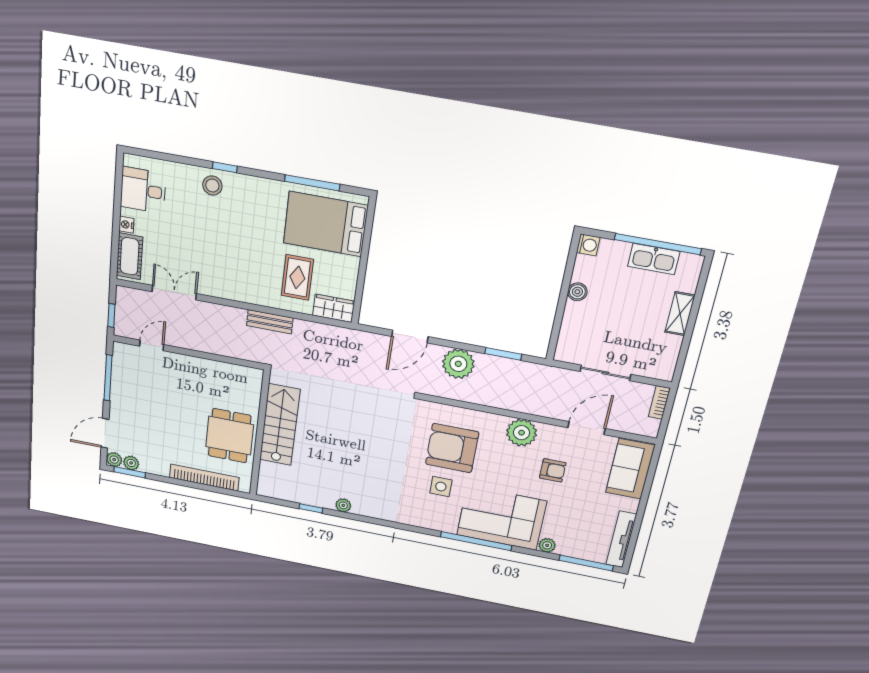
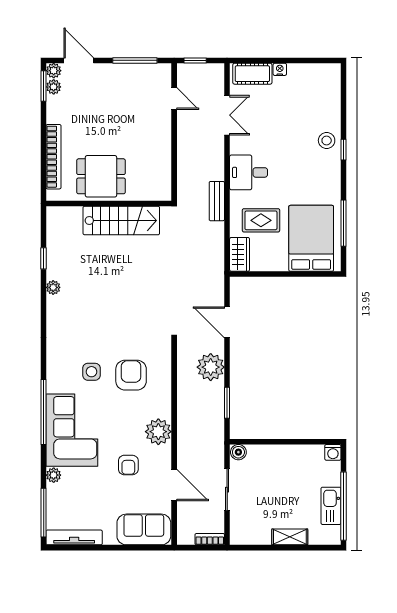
desk: (143, 190) -> (249, 172), moved, turned -90
boiler: (577, 292) -> (238, 452), moved
armchair: (452, 448) -> (131, 375), width x0.73, depth x0.73

